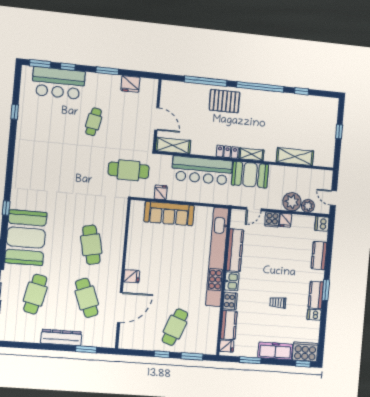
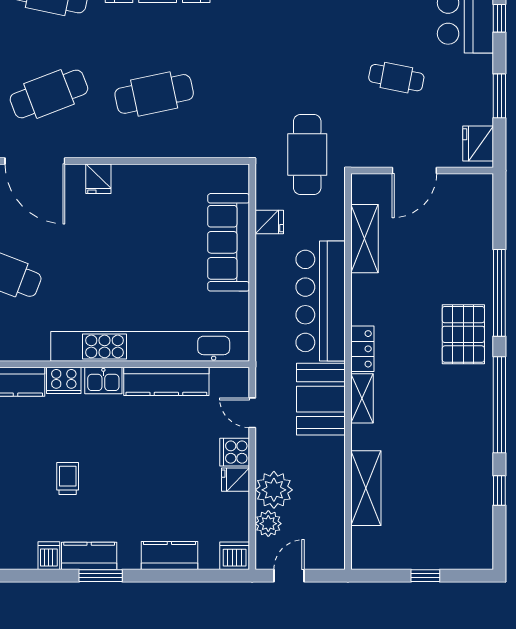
wall: (157, 115) -> (422, 171), moved
door: (157, 119) -> (414, 171), moved

